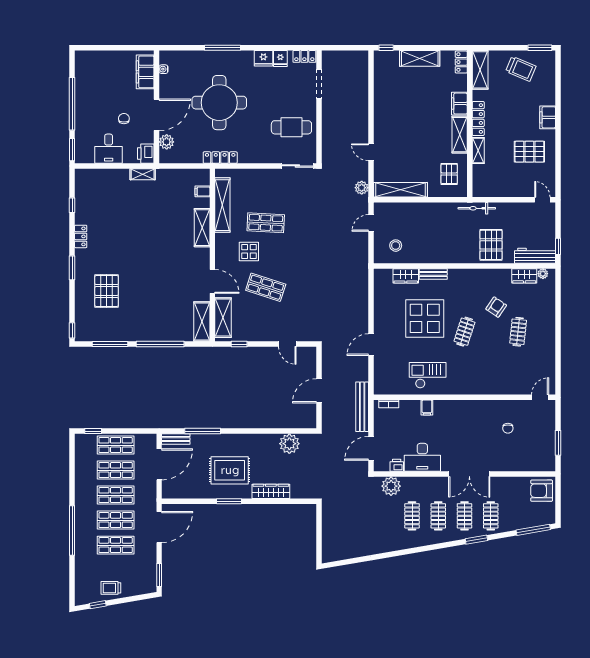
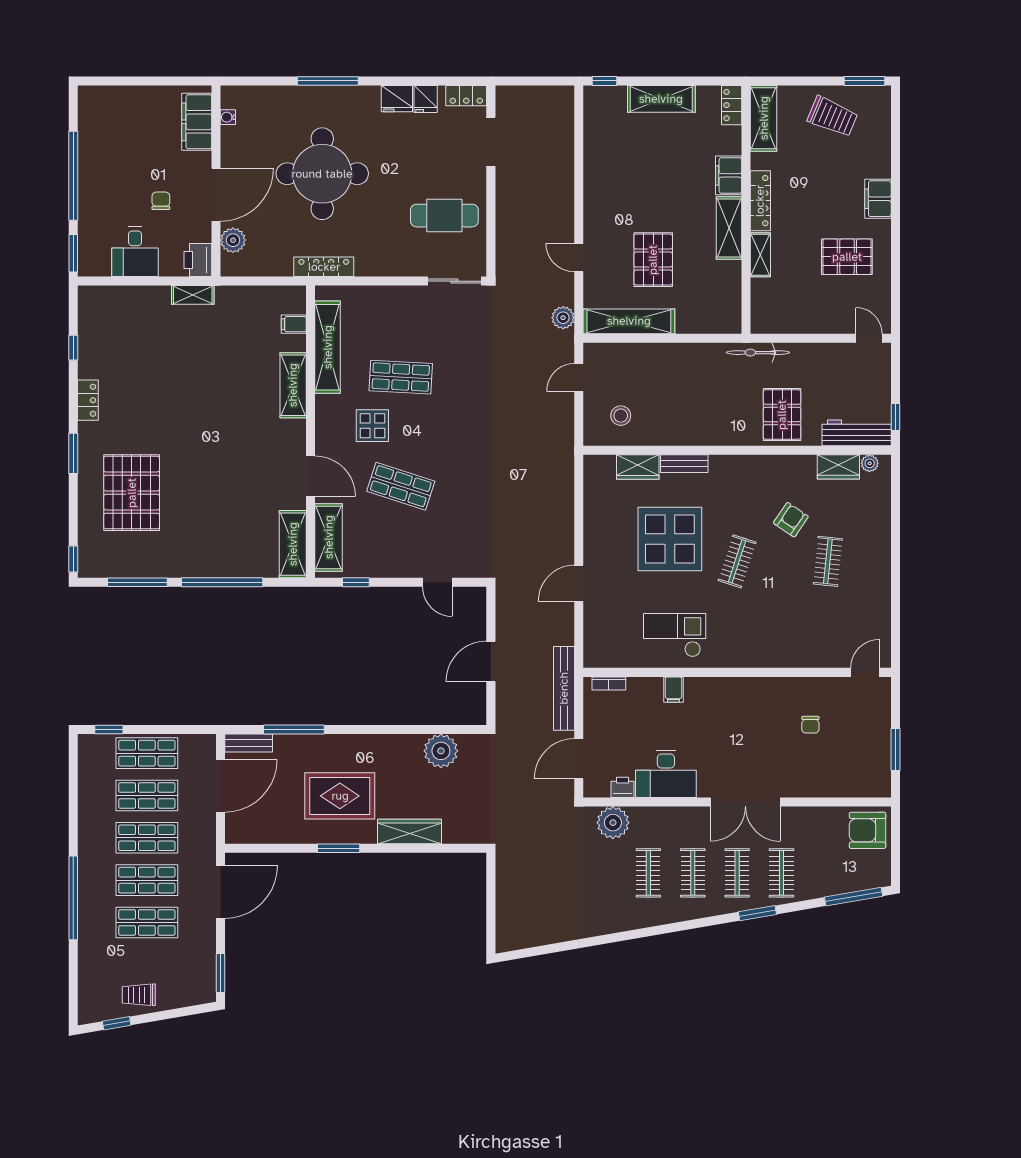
pallet: (449, 174) -> (653, 260), moved, width x1.50, depth x1.42
pallet: (107, 291) -> (132, 493), width x1.37, depth x1.41

